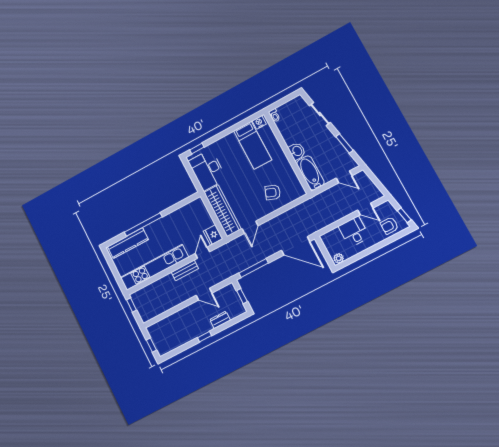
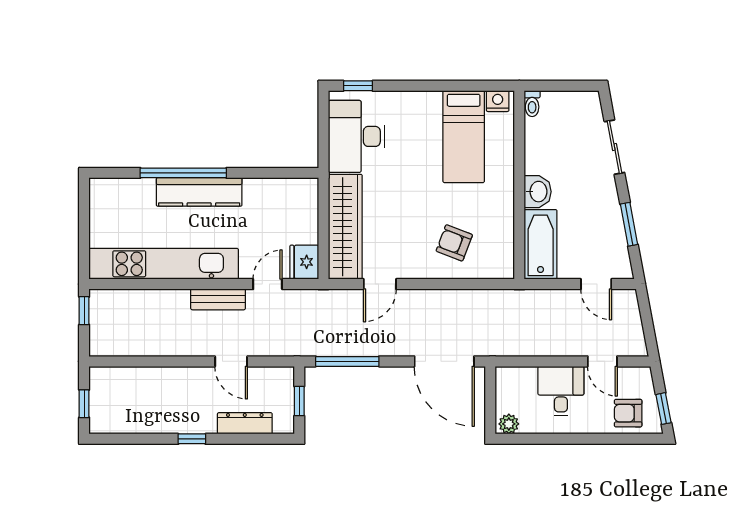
kitchen counter: (128, 243) -> (199, 192), moved
dresser: (220, 320) -> (245, 423), width x1.44

